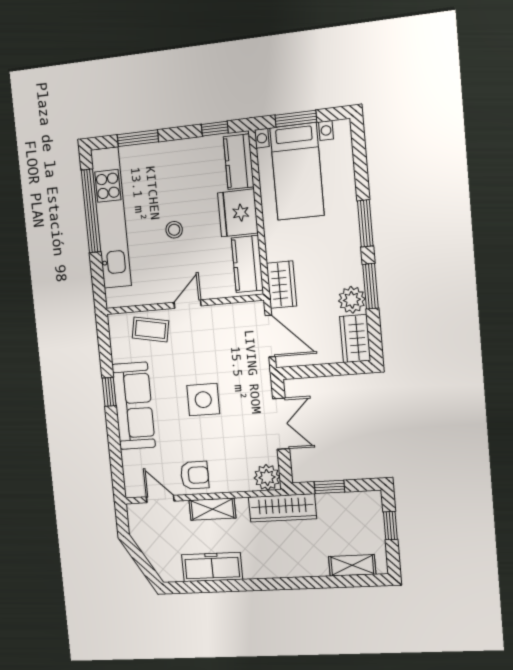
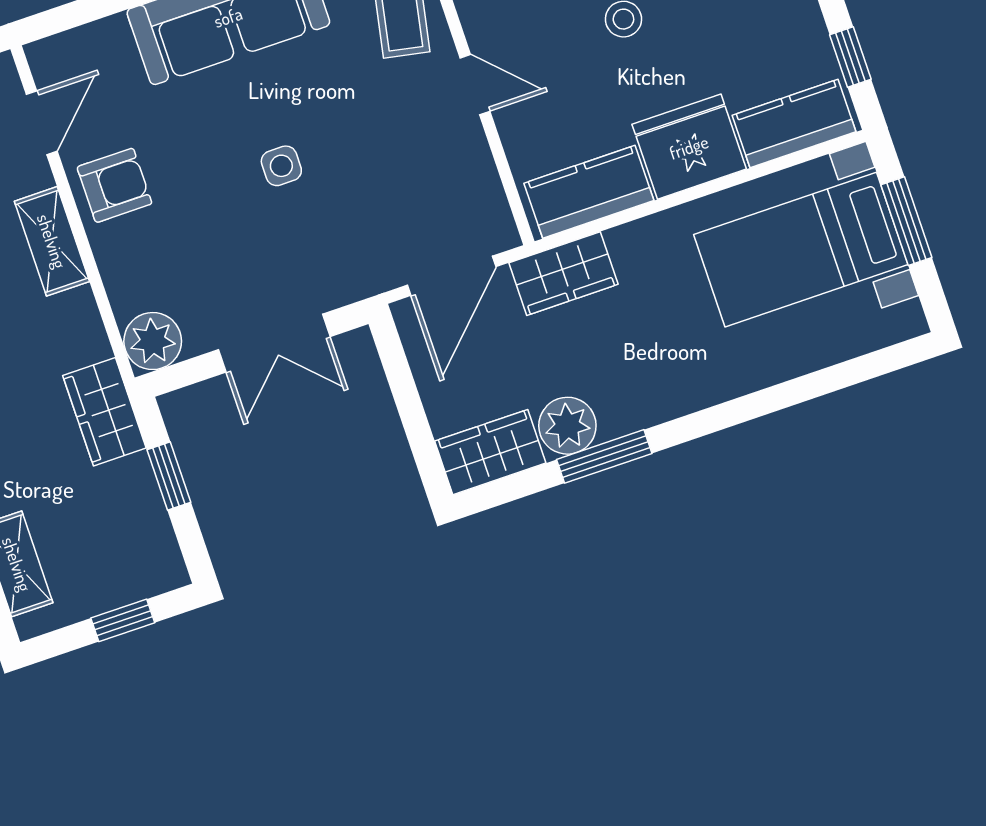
window: (365, 223) -> (728, 414), removed
side table: (203, 400) -> (281, 166), width x0.54, depth x0.54
armchair: (195, 475) -> (114, 185), turned -90
wardrobe: (282, 508) -> (104, 412), width x0.67

